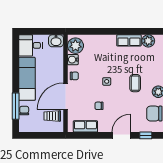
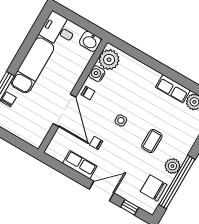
door: (65, 96) -> (65, 110), swing flipped
trolley: (52, 116) -> (37, 124), removed
row of seats: (85, 126) -> (80, 165), moved

